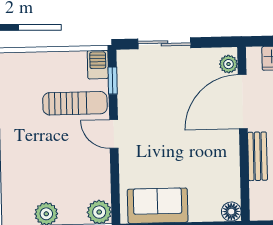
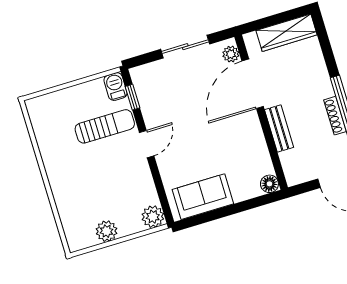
sliding door: (164, 43) -> (185, 47), moved
door: (114, 134) -> (147, 144), swing flipped

